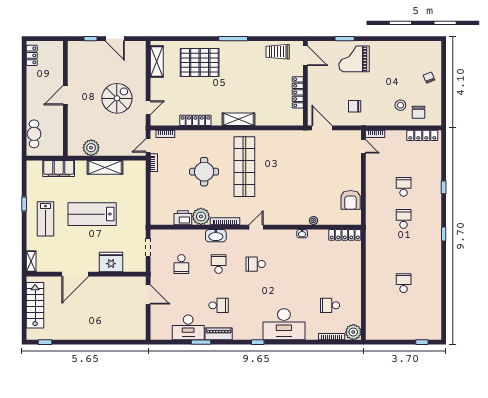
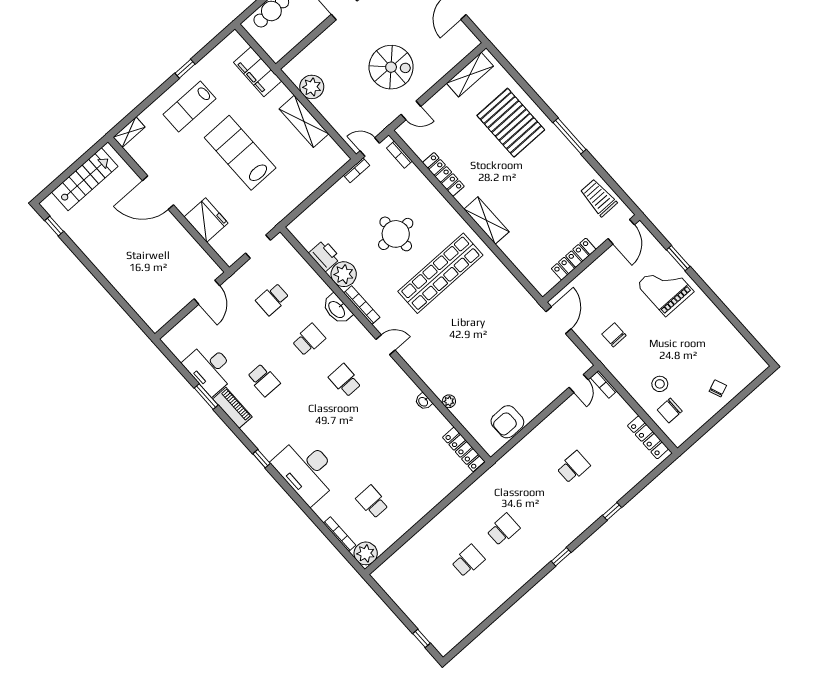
school desk: (404, 219) -> (503, 530), moved

